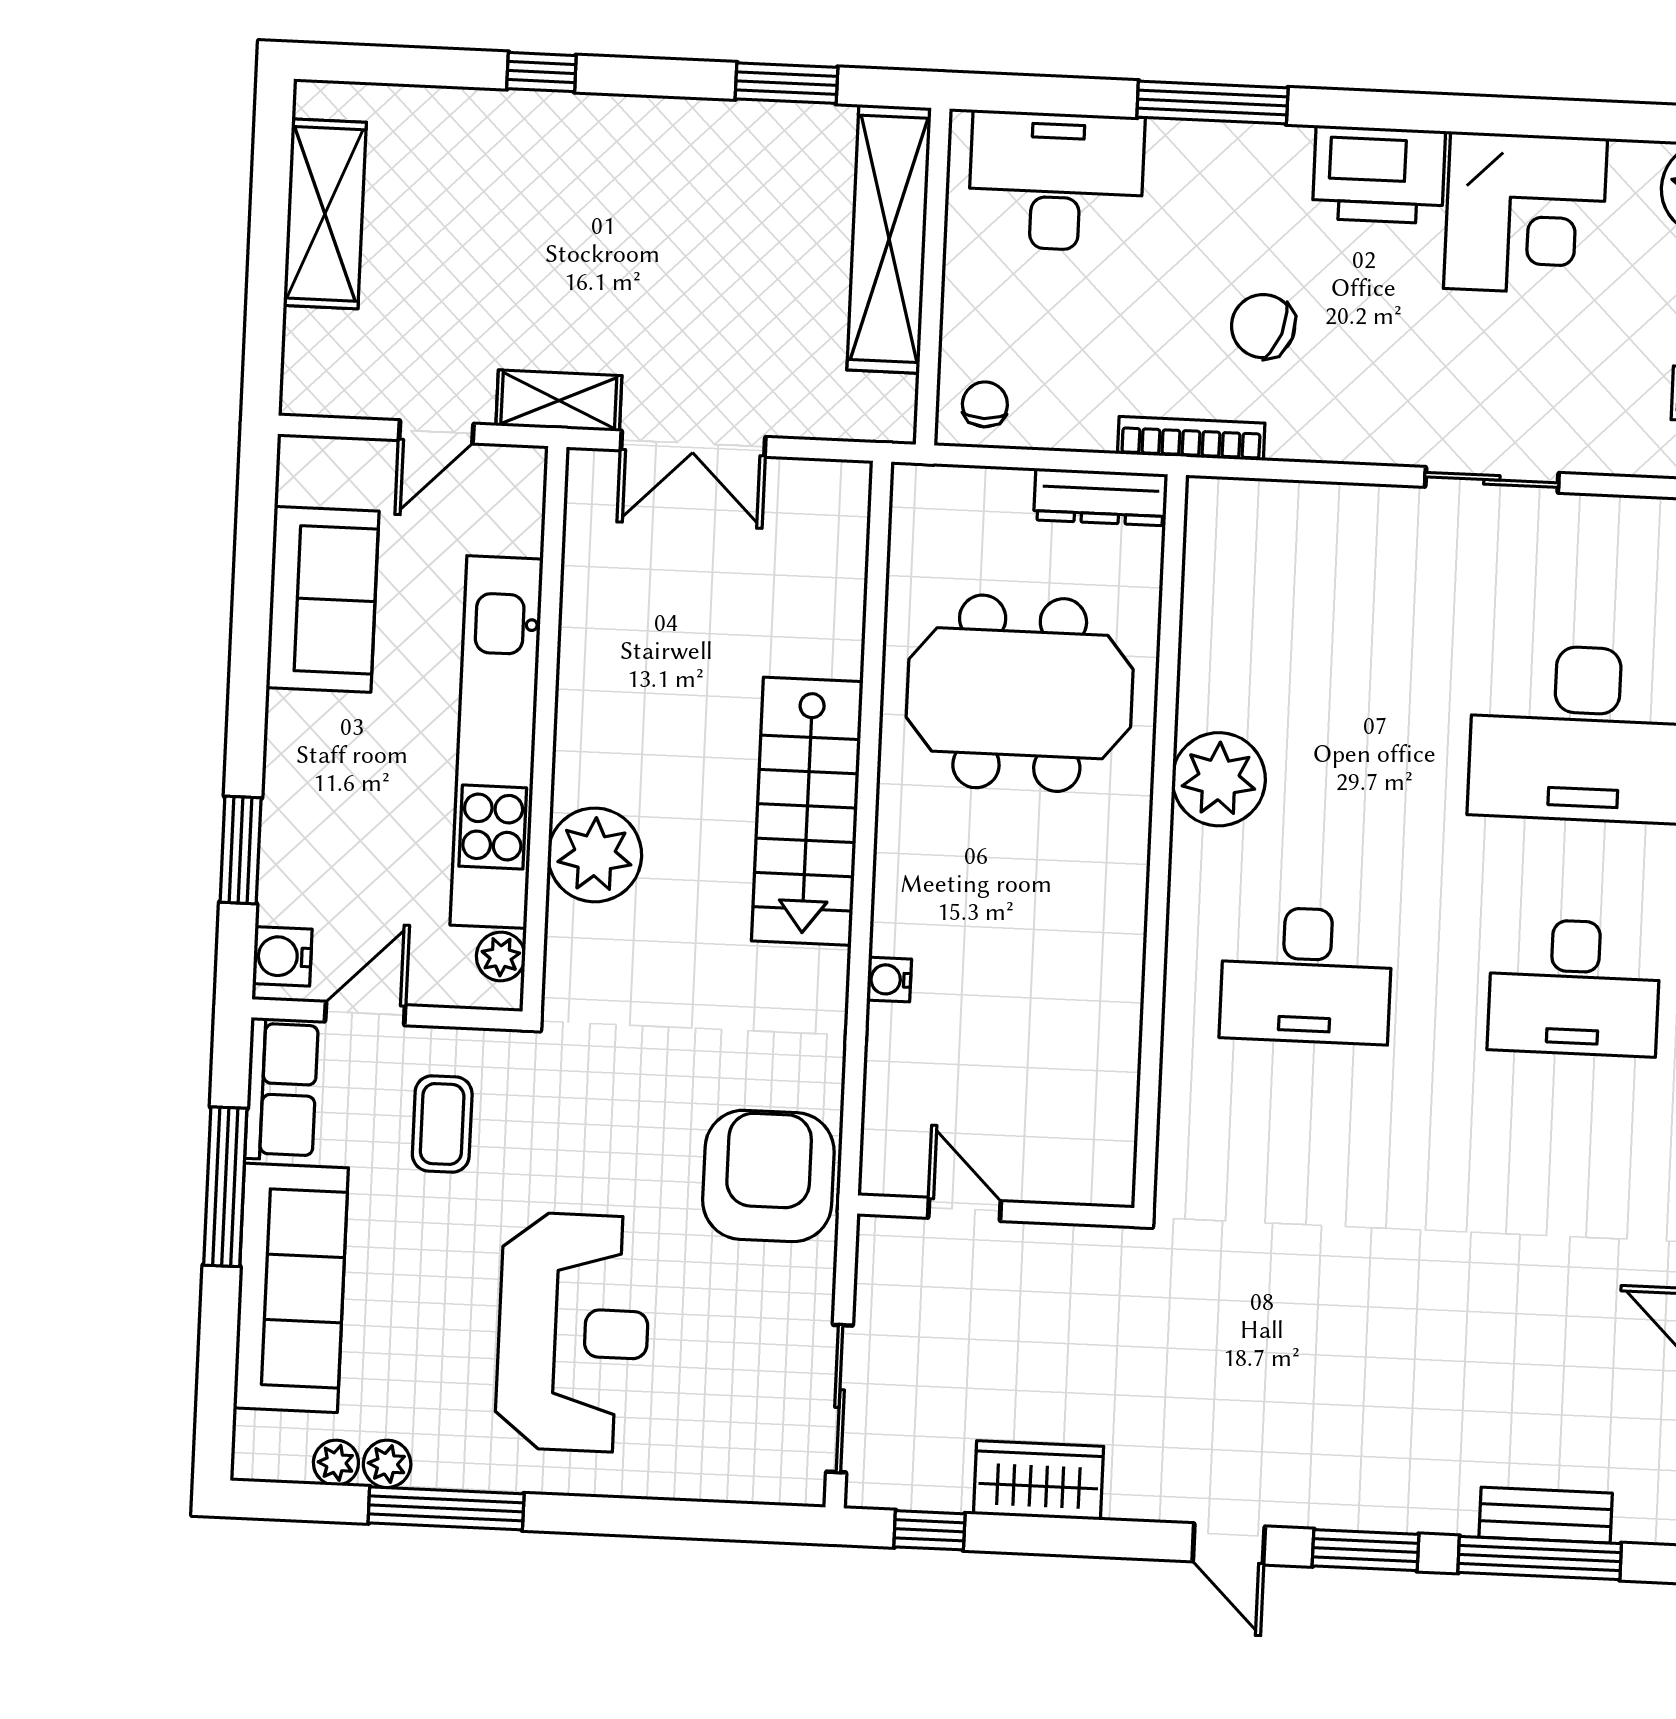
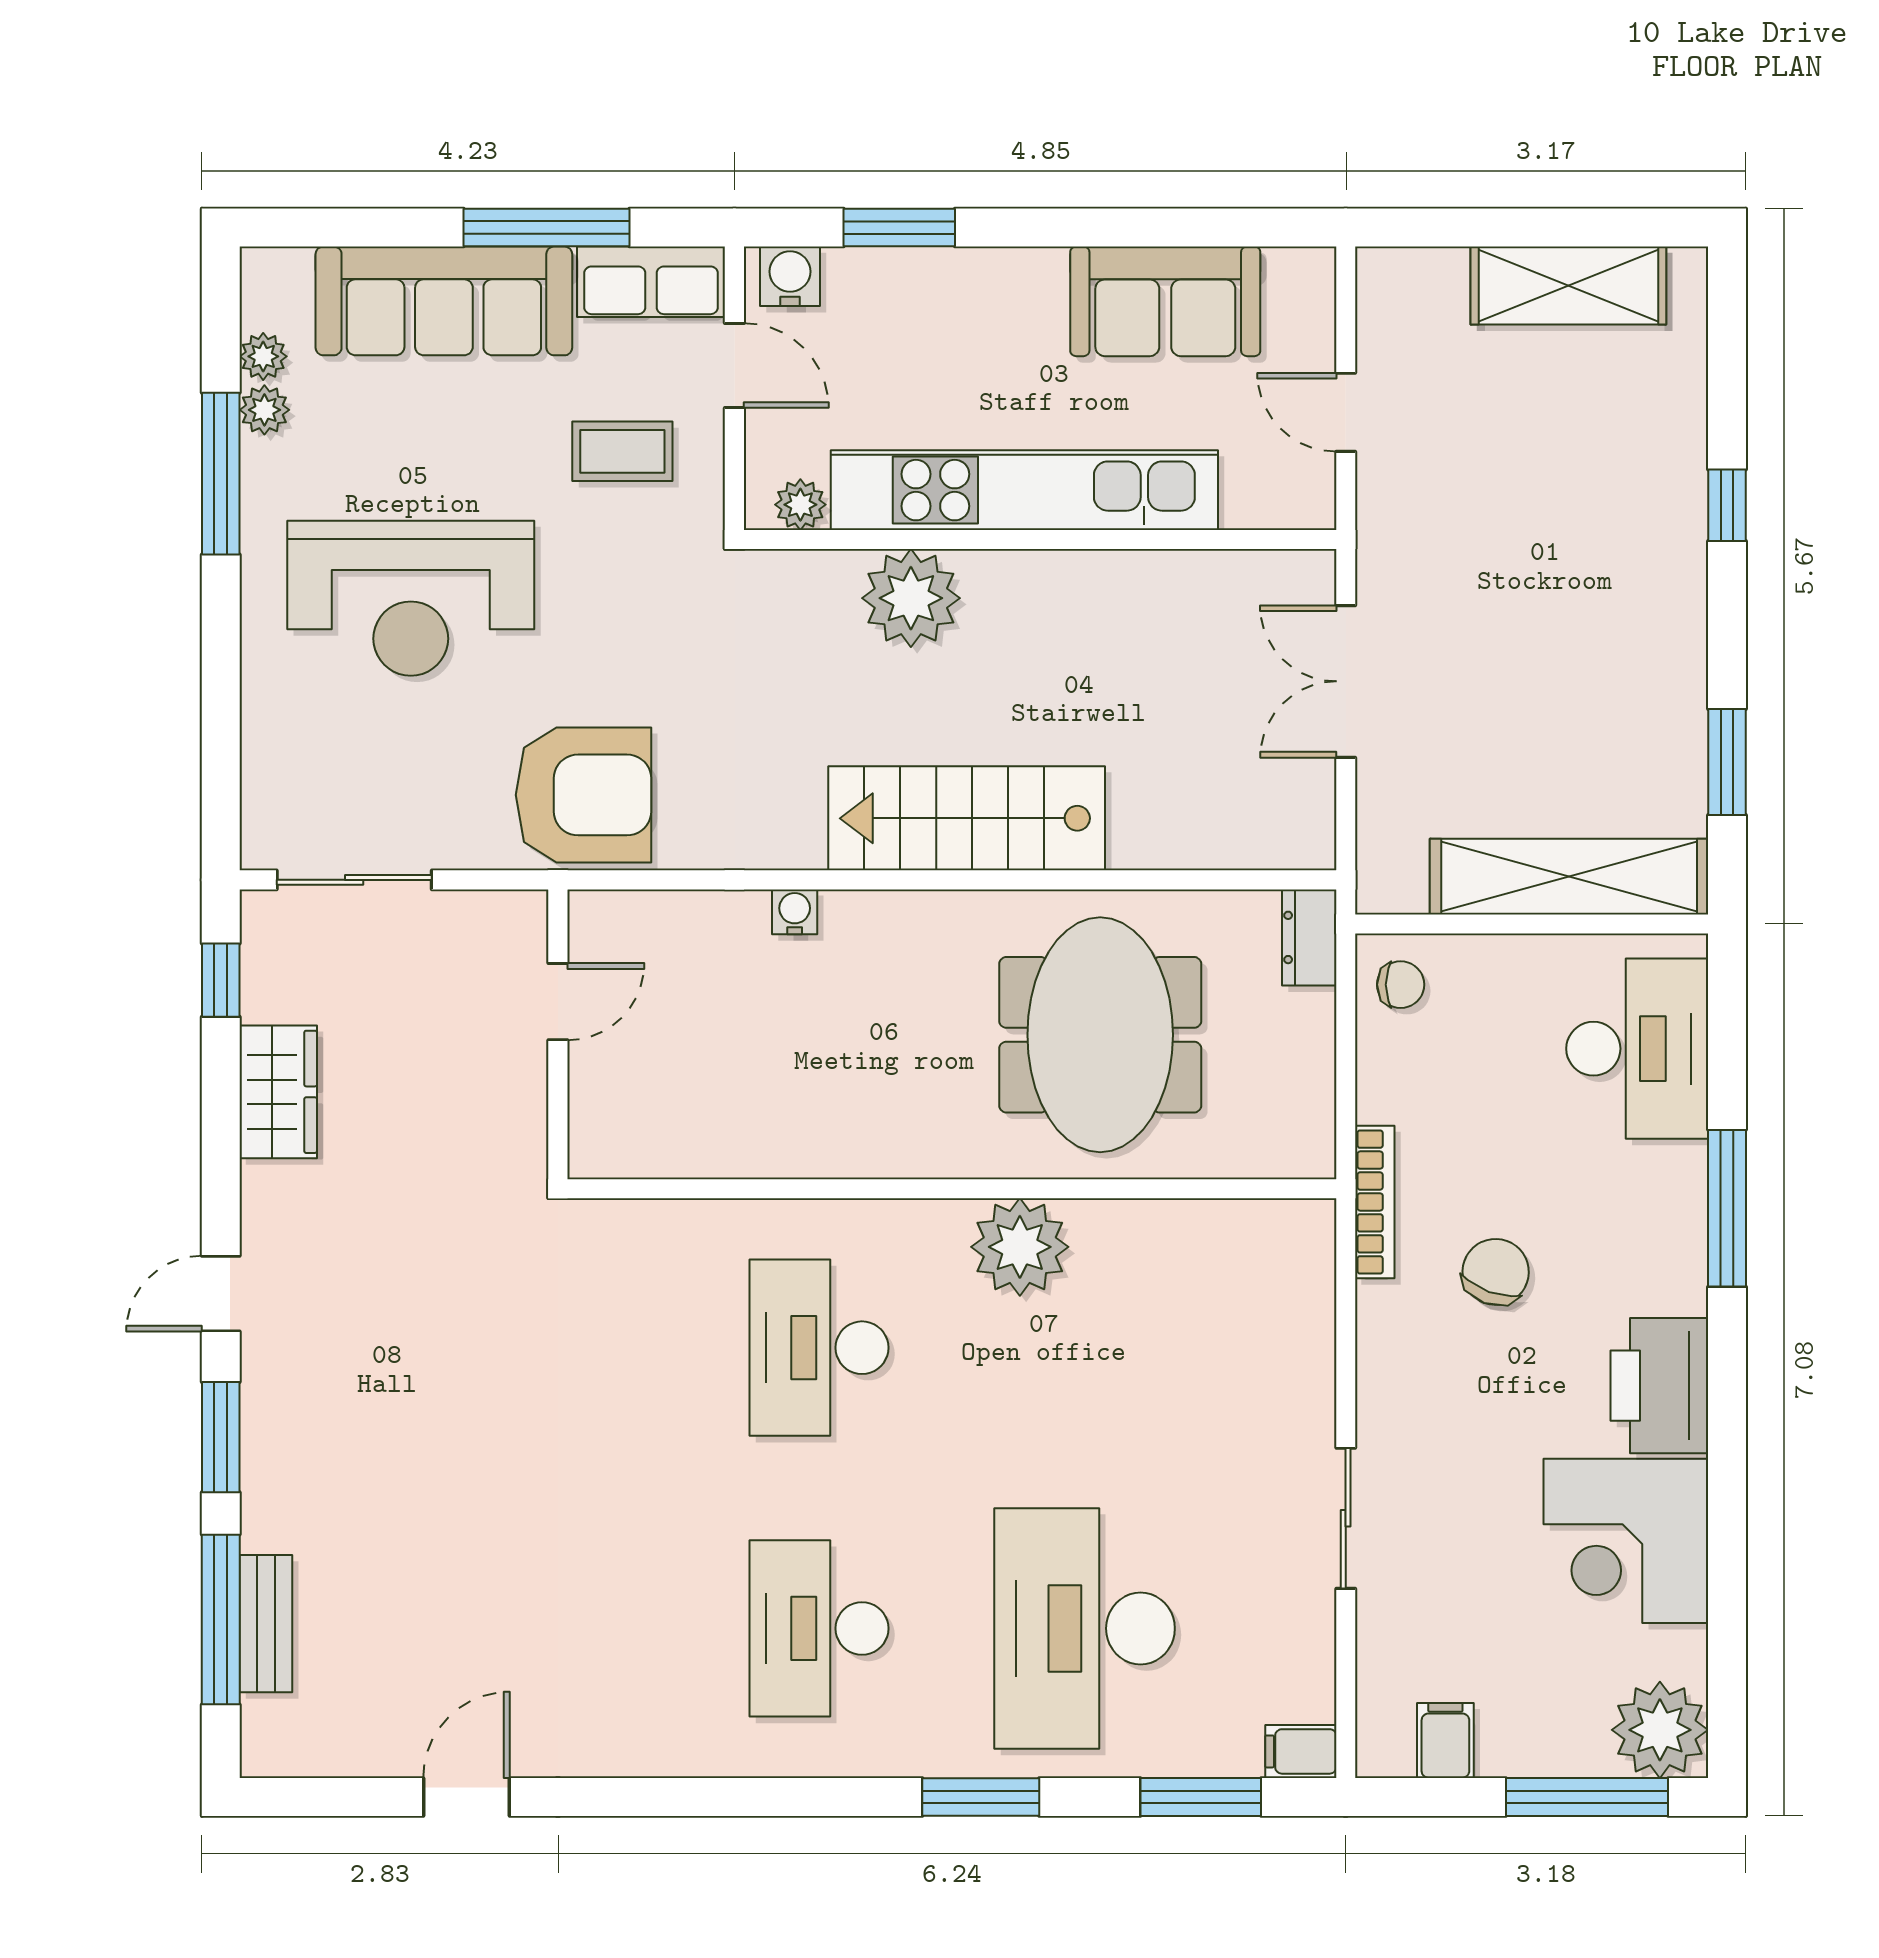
shelving: (559, 401) -> (1384, 539), removed
dresser: (1101, 497) -> (1309, 937), moved, width x0.70

